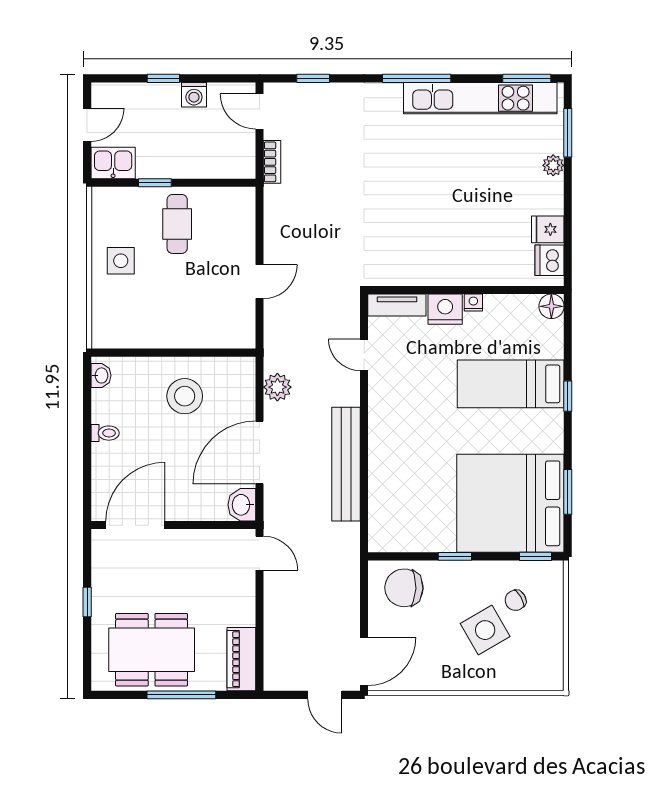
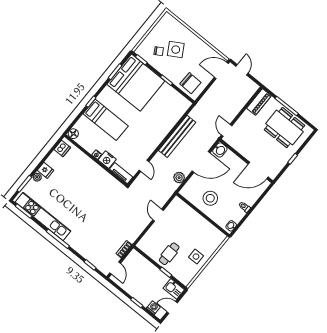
washing machine: (194, 95) -> (153, 308), moved
fridge: (548, 229) -> (46, 170), moved
door: (260, 282) -> (158, 215), hinge flipped

